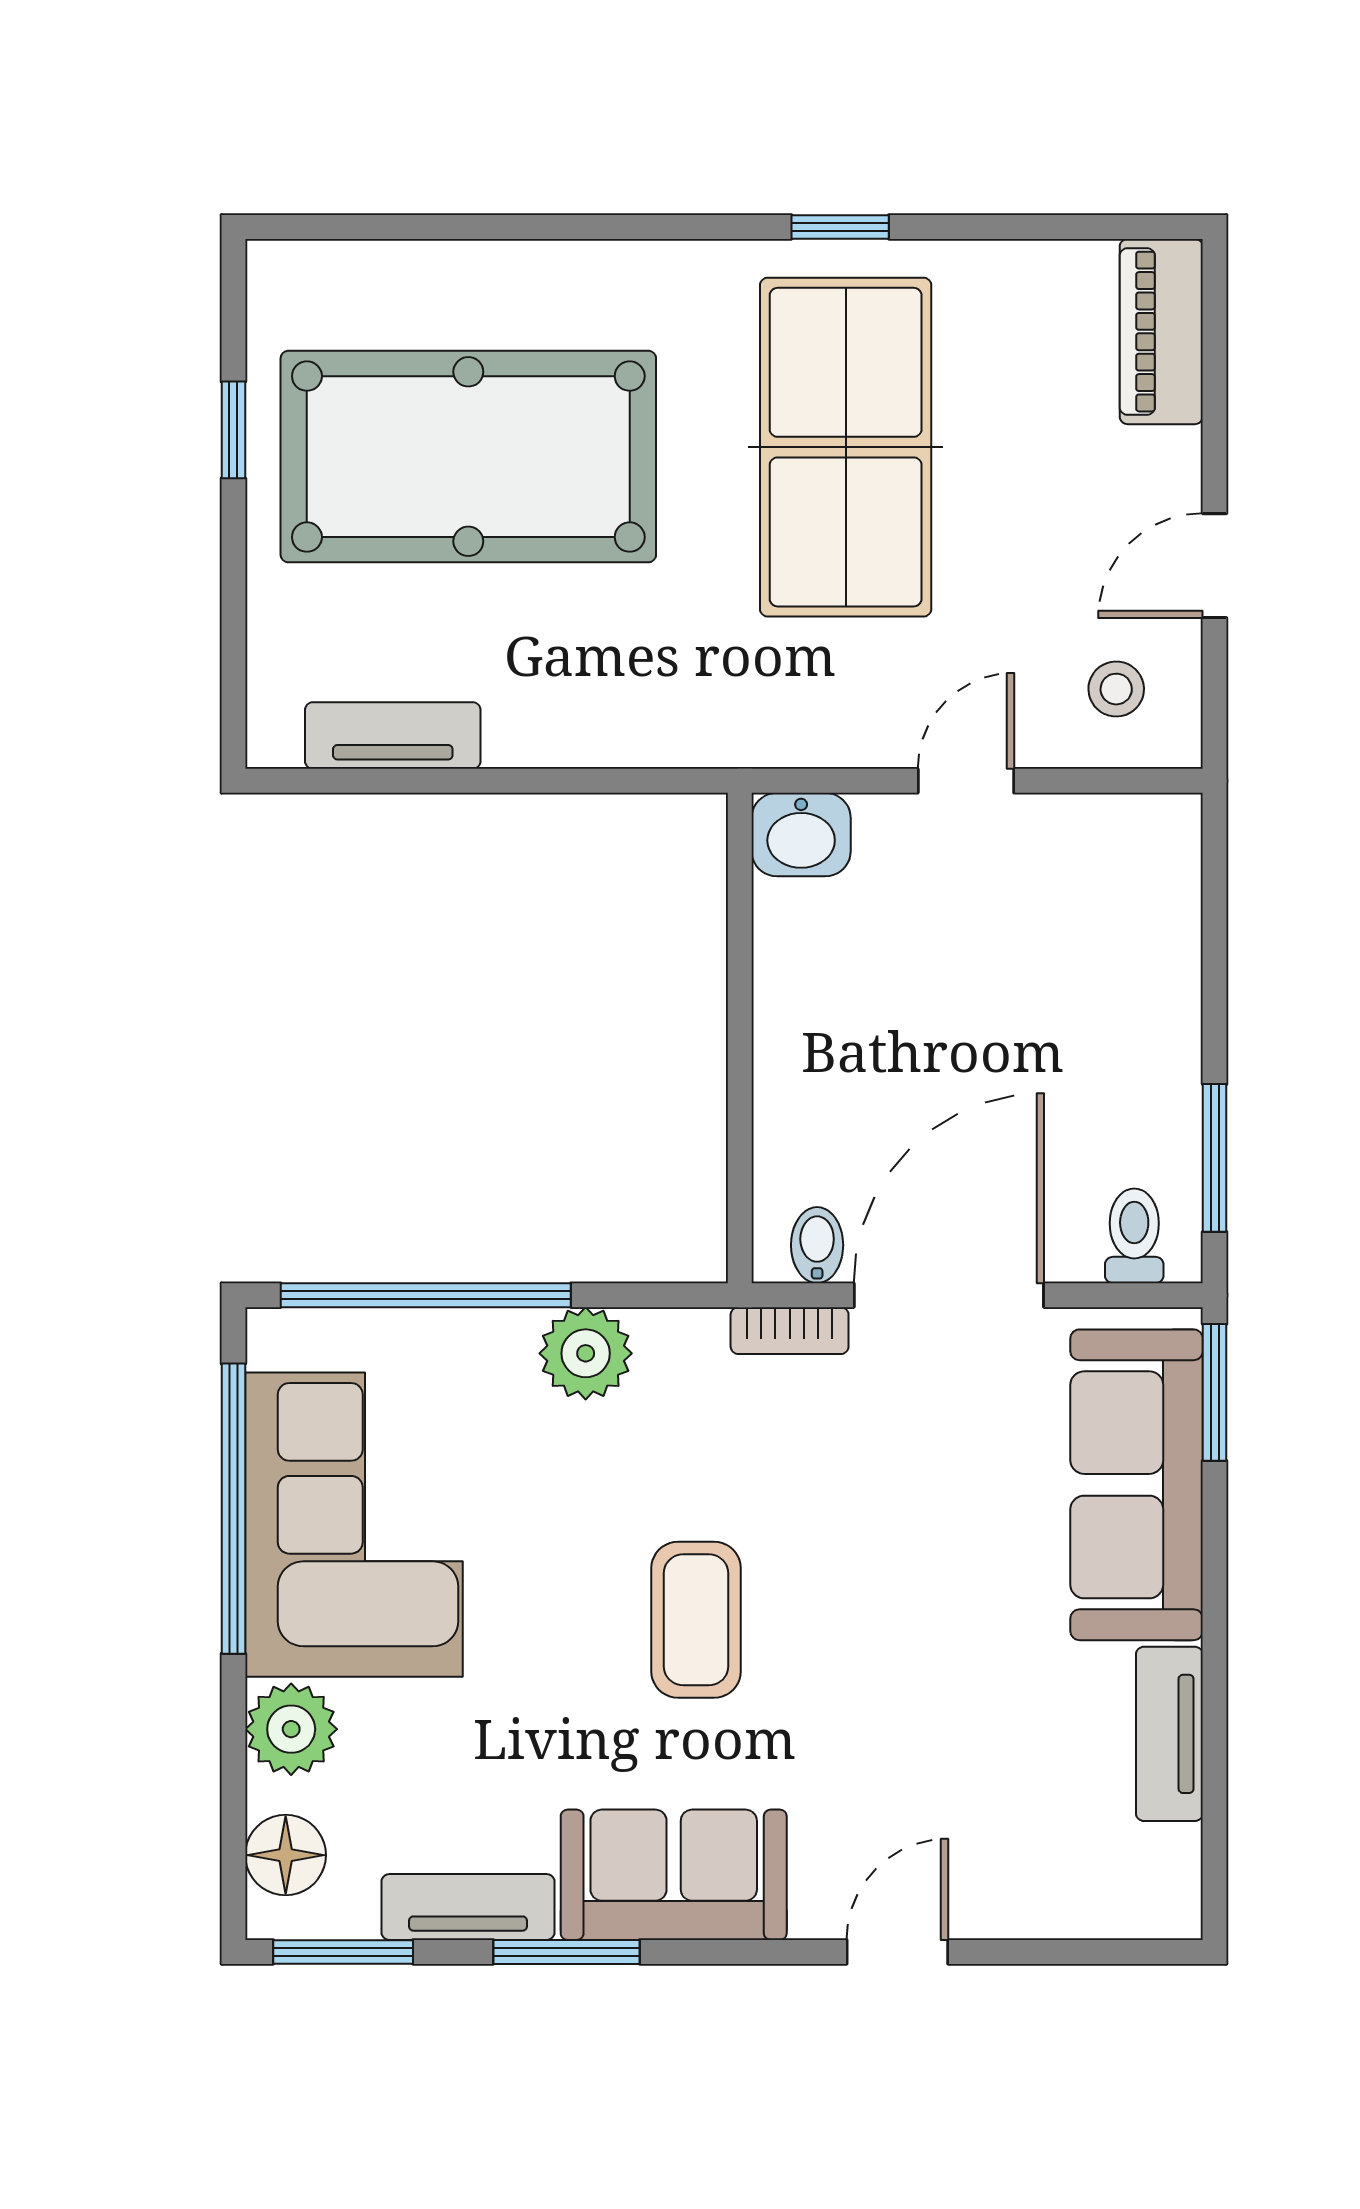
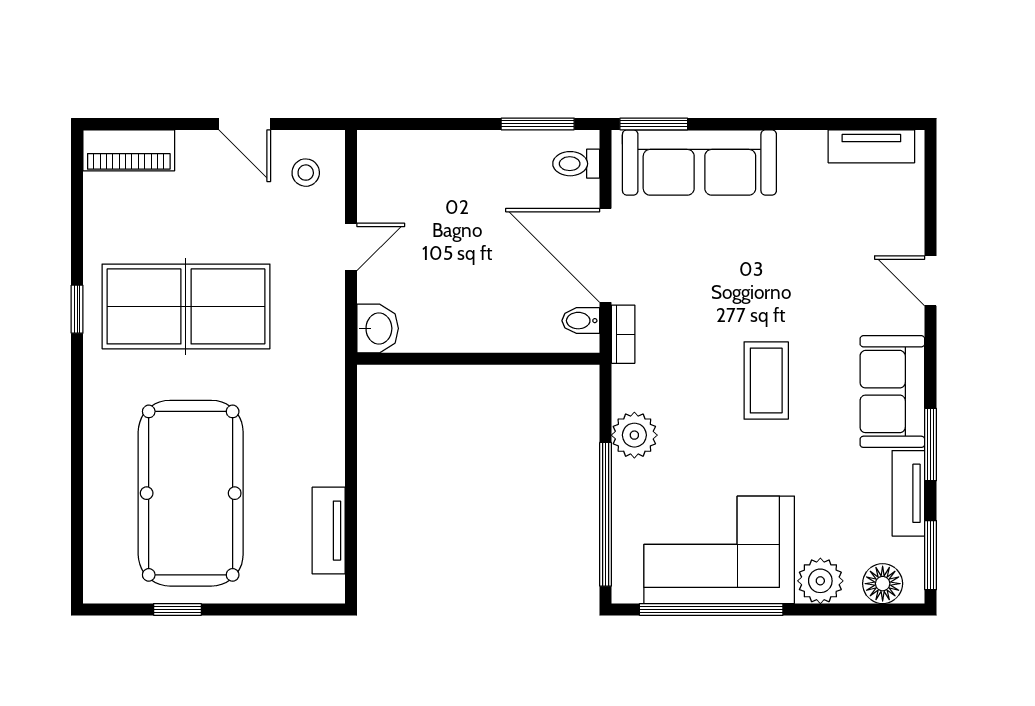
door: (966, 781) -> (351, 247), swing flipped
coffee table: (696, 1620) -> (766, 380), turned 90
tv unit: (1169, 1734) -> (871, 146), moved

